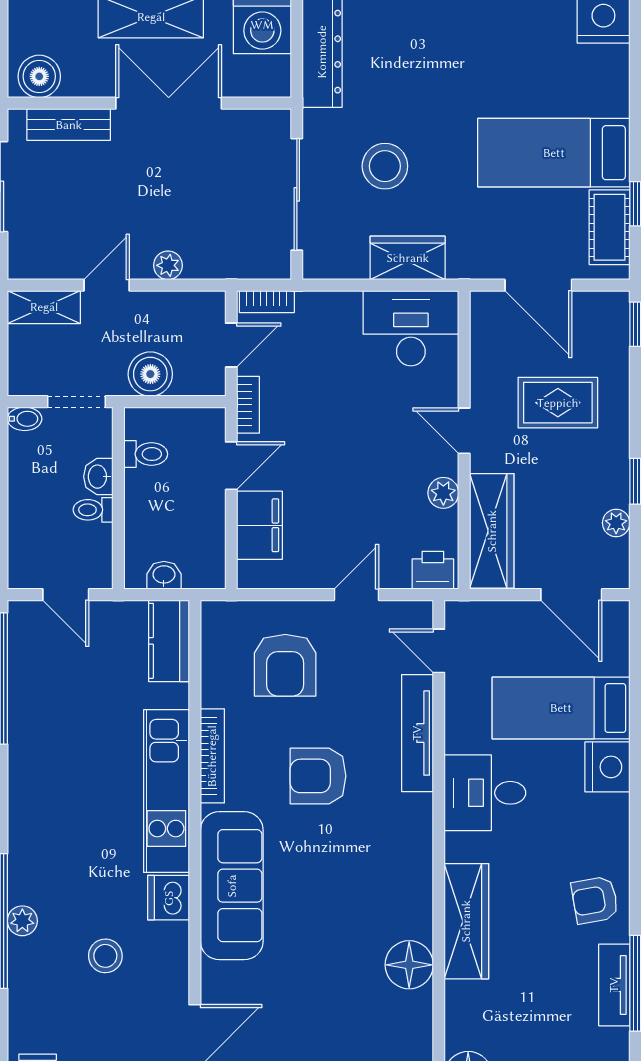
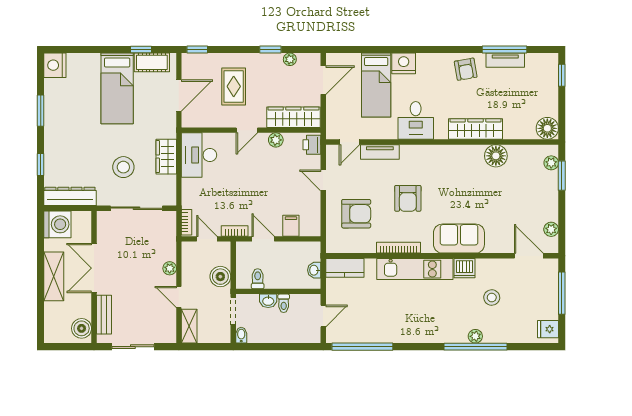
filing cabinet: (259, 525) -> (291, 226), width x0.50
tv unit: (417, 733) -> (380, 152), width x0.71
sofa: (232, 886) -> (459, 239), width x0.73

